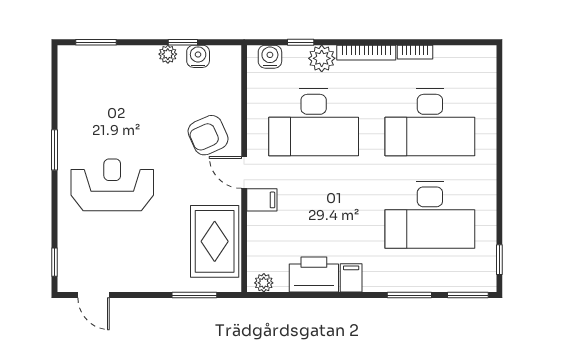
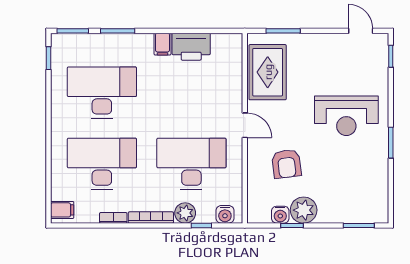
plant: (168, 54) -> (304, 210), width x1.87, depth x1.87
armchair: (208, 135) -> (286, 164), moved, turned 107
filing cabinet: (262, 200) -> (62, 210), moved, turned 180
plant: (264, 283) -> (230, 40), removed

